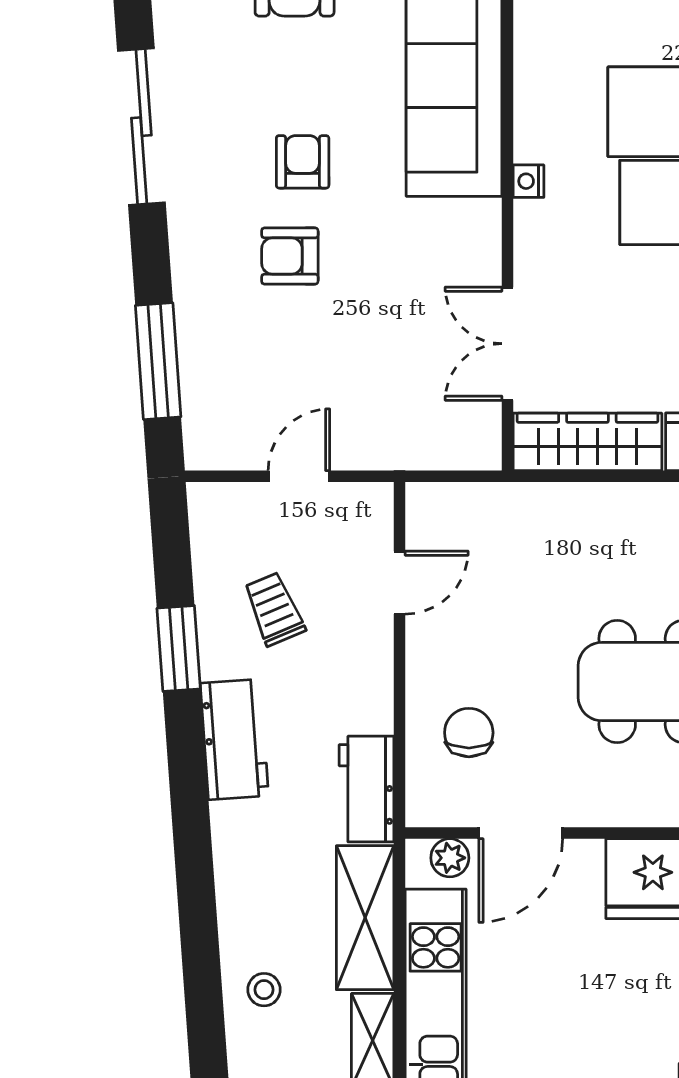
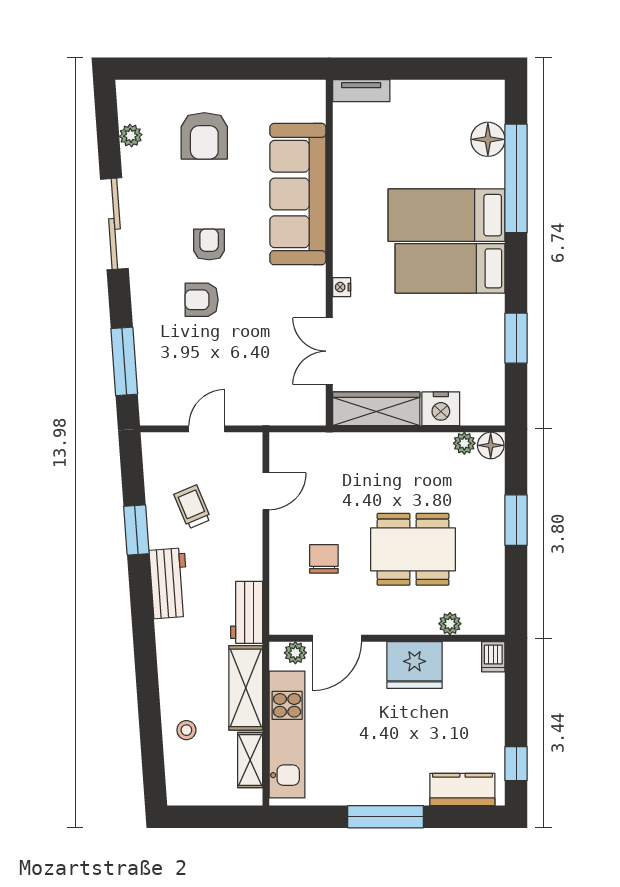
nightstand: (528, 181) -> (342, 287), moved
chair: (469, 733) -> (324, 559), moved

